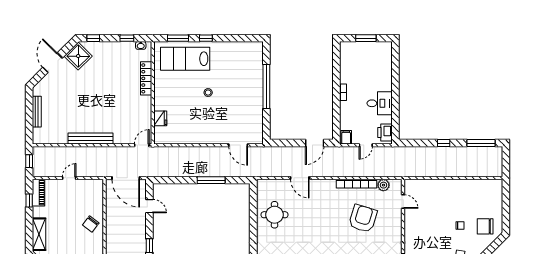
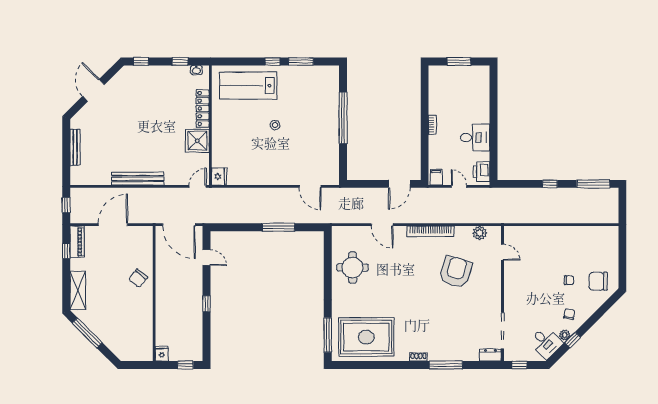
window: (178, 38) -> (301, 61), moved
shower: (78, 56) -> (197, 141), moved, turned 45
fridge: (160, 118) -> (219, 176), moved
door: (366, 145) -> (459, 186), swing flipped
door: (69, 178) -> (113, 225), width x1.88
bookcase: (357, 184) -> (430, 231), moved

